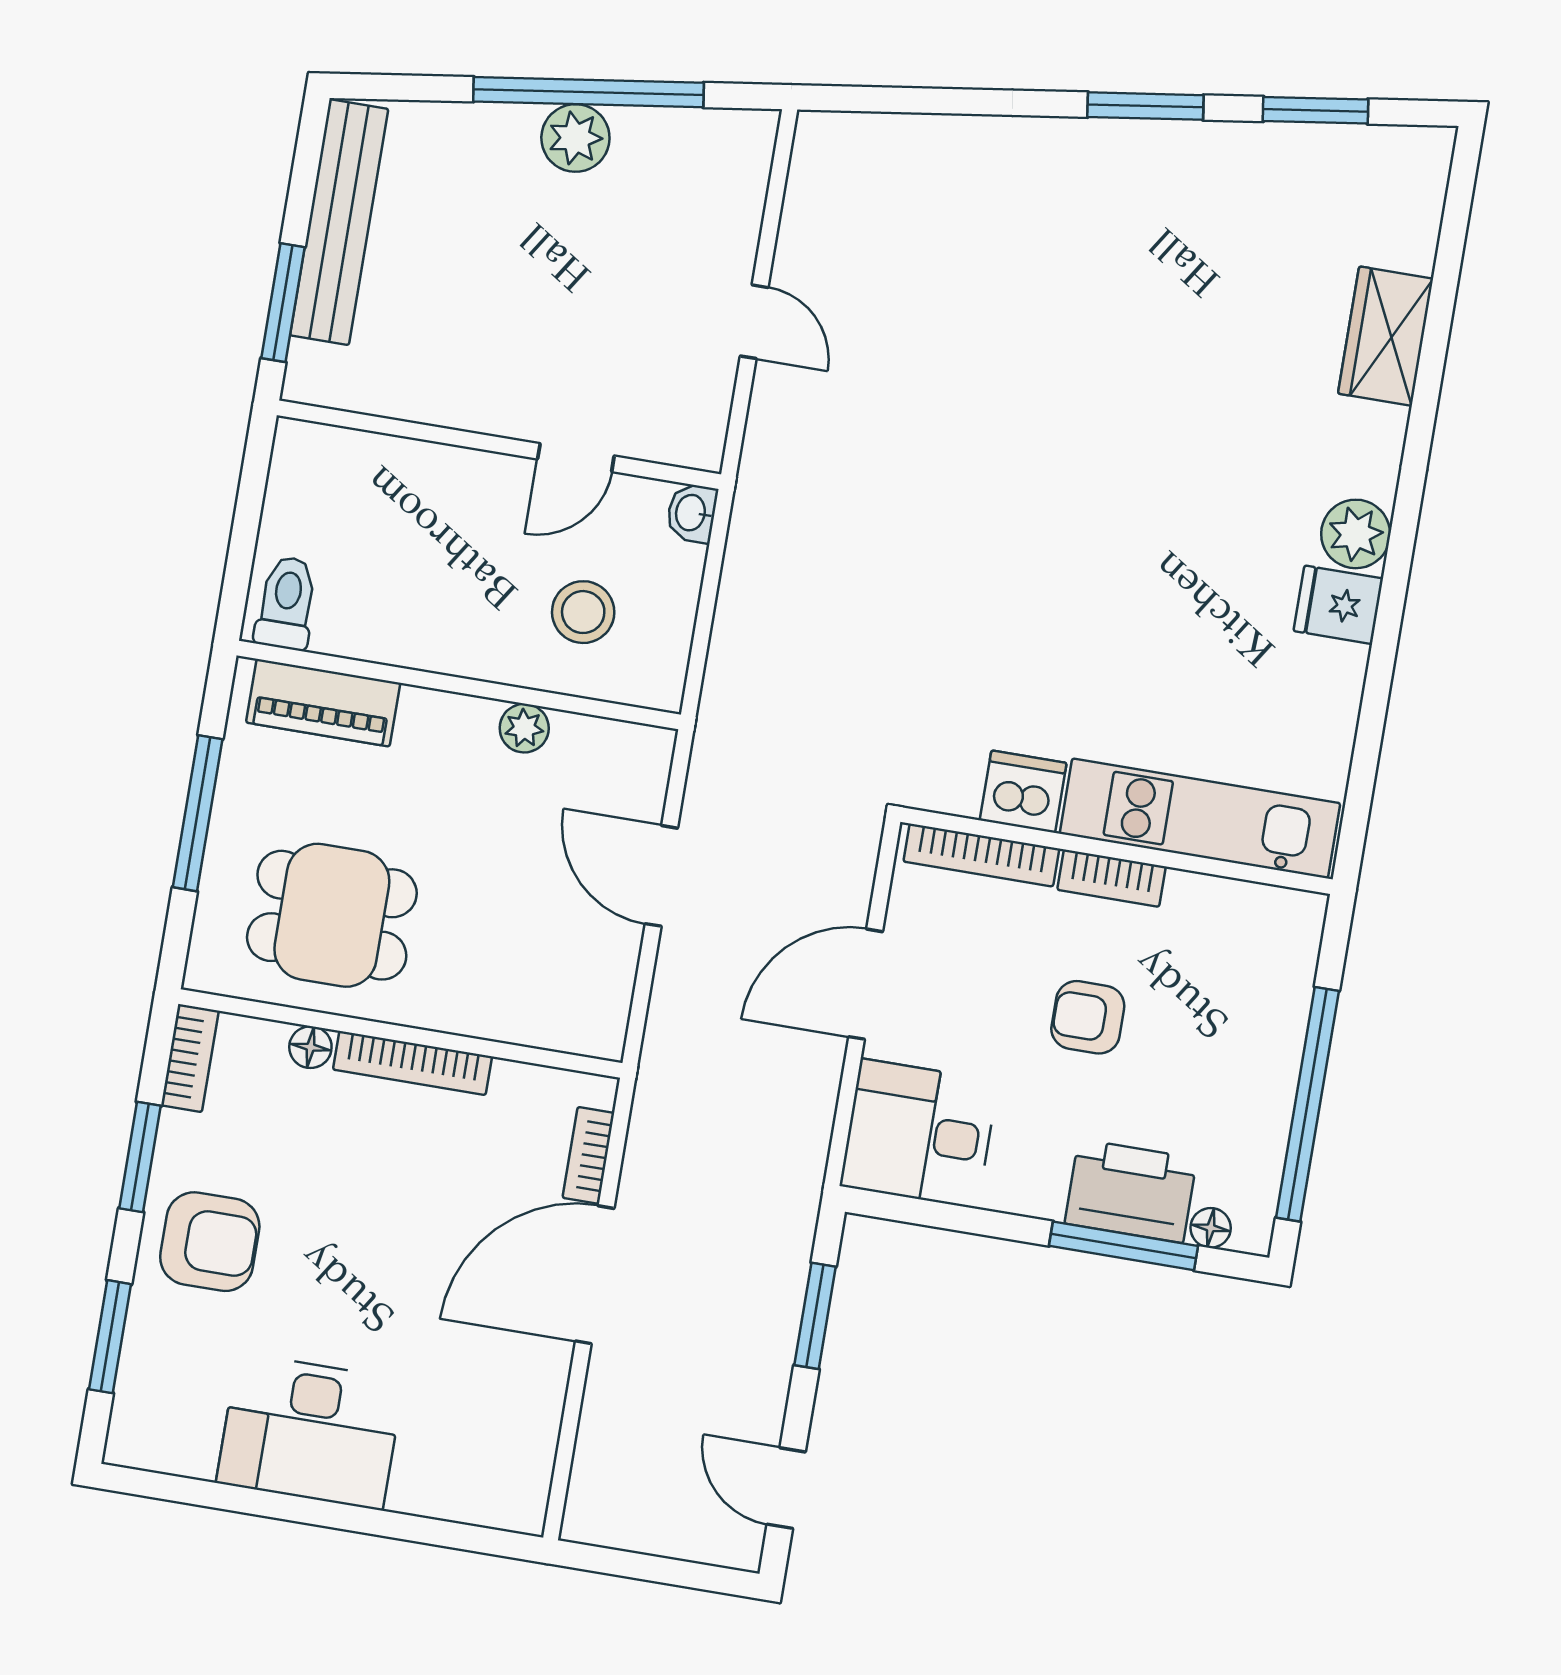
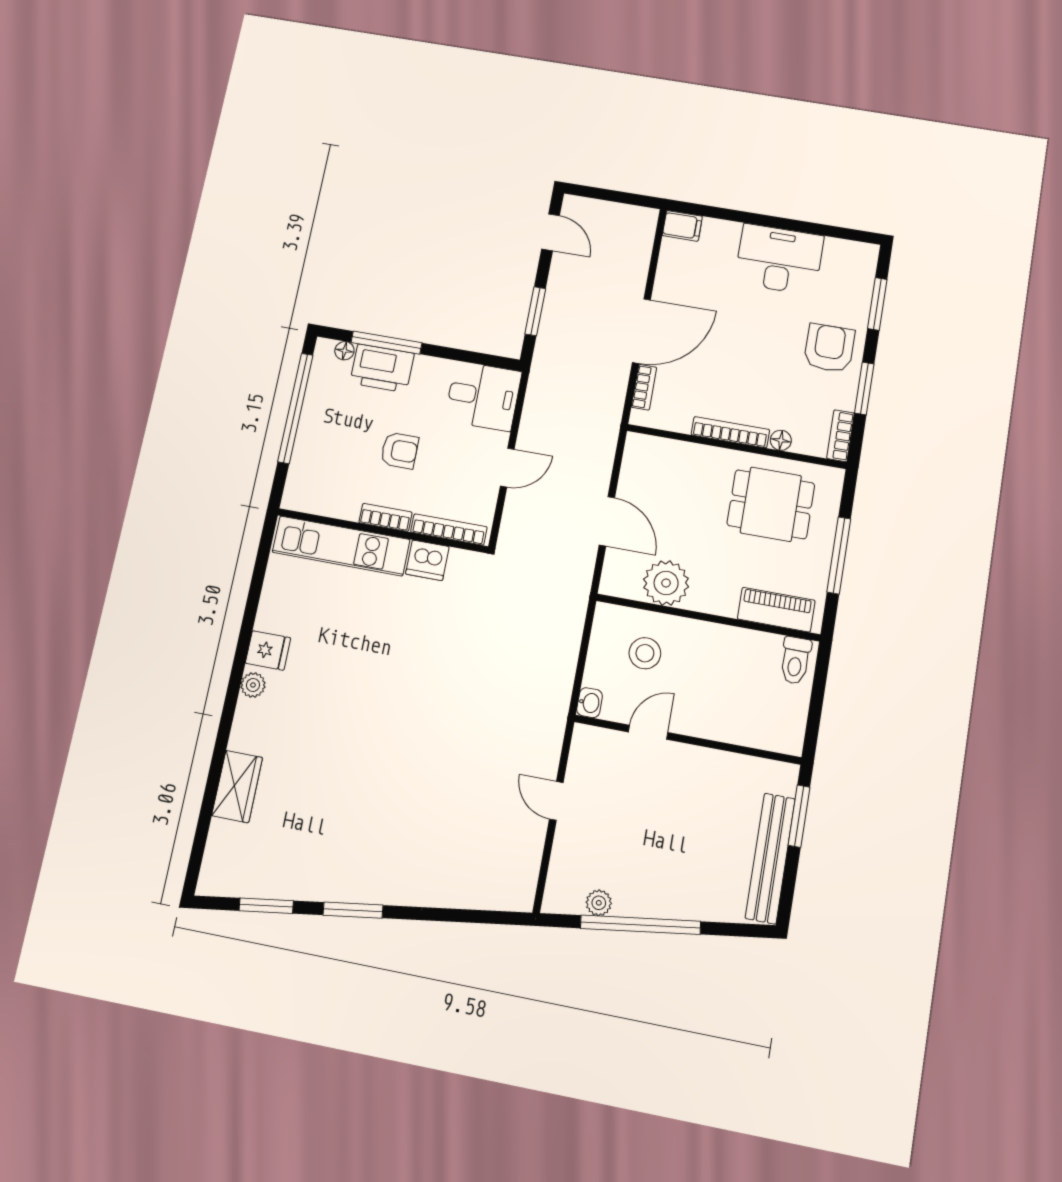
plant: (575, 138) -> (599, 903), moved, width x0.73, depth x0.73
plant: (1356, 534) -> (253, 685), width x0.73, depth x0.73
plant: (524, 728) -> (666, 583), width x1.88, depth x1.88
door: (866, 984) -> (507, 468), width x0.73
armchair: (210, 1242) -> (829, 348), turned 90
filing cabinet: (511, 1504) -> (682, 226), added

